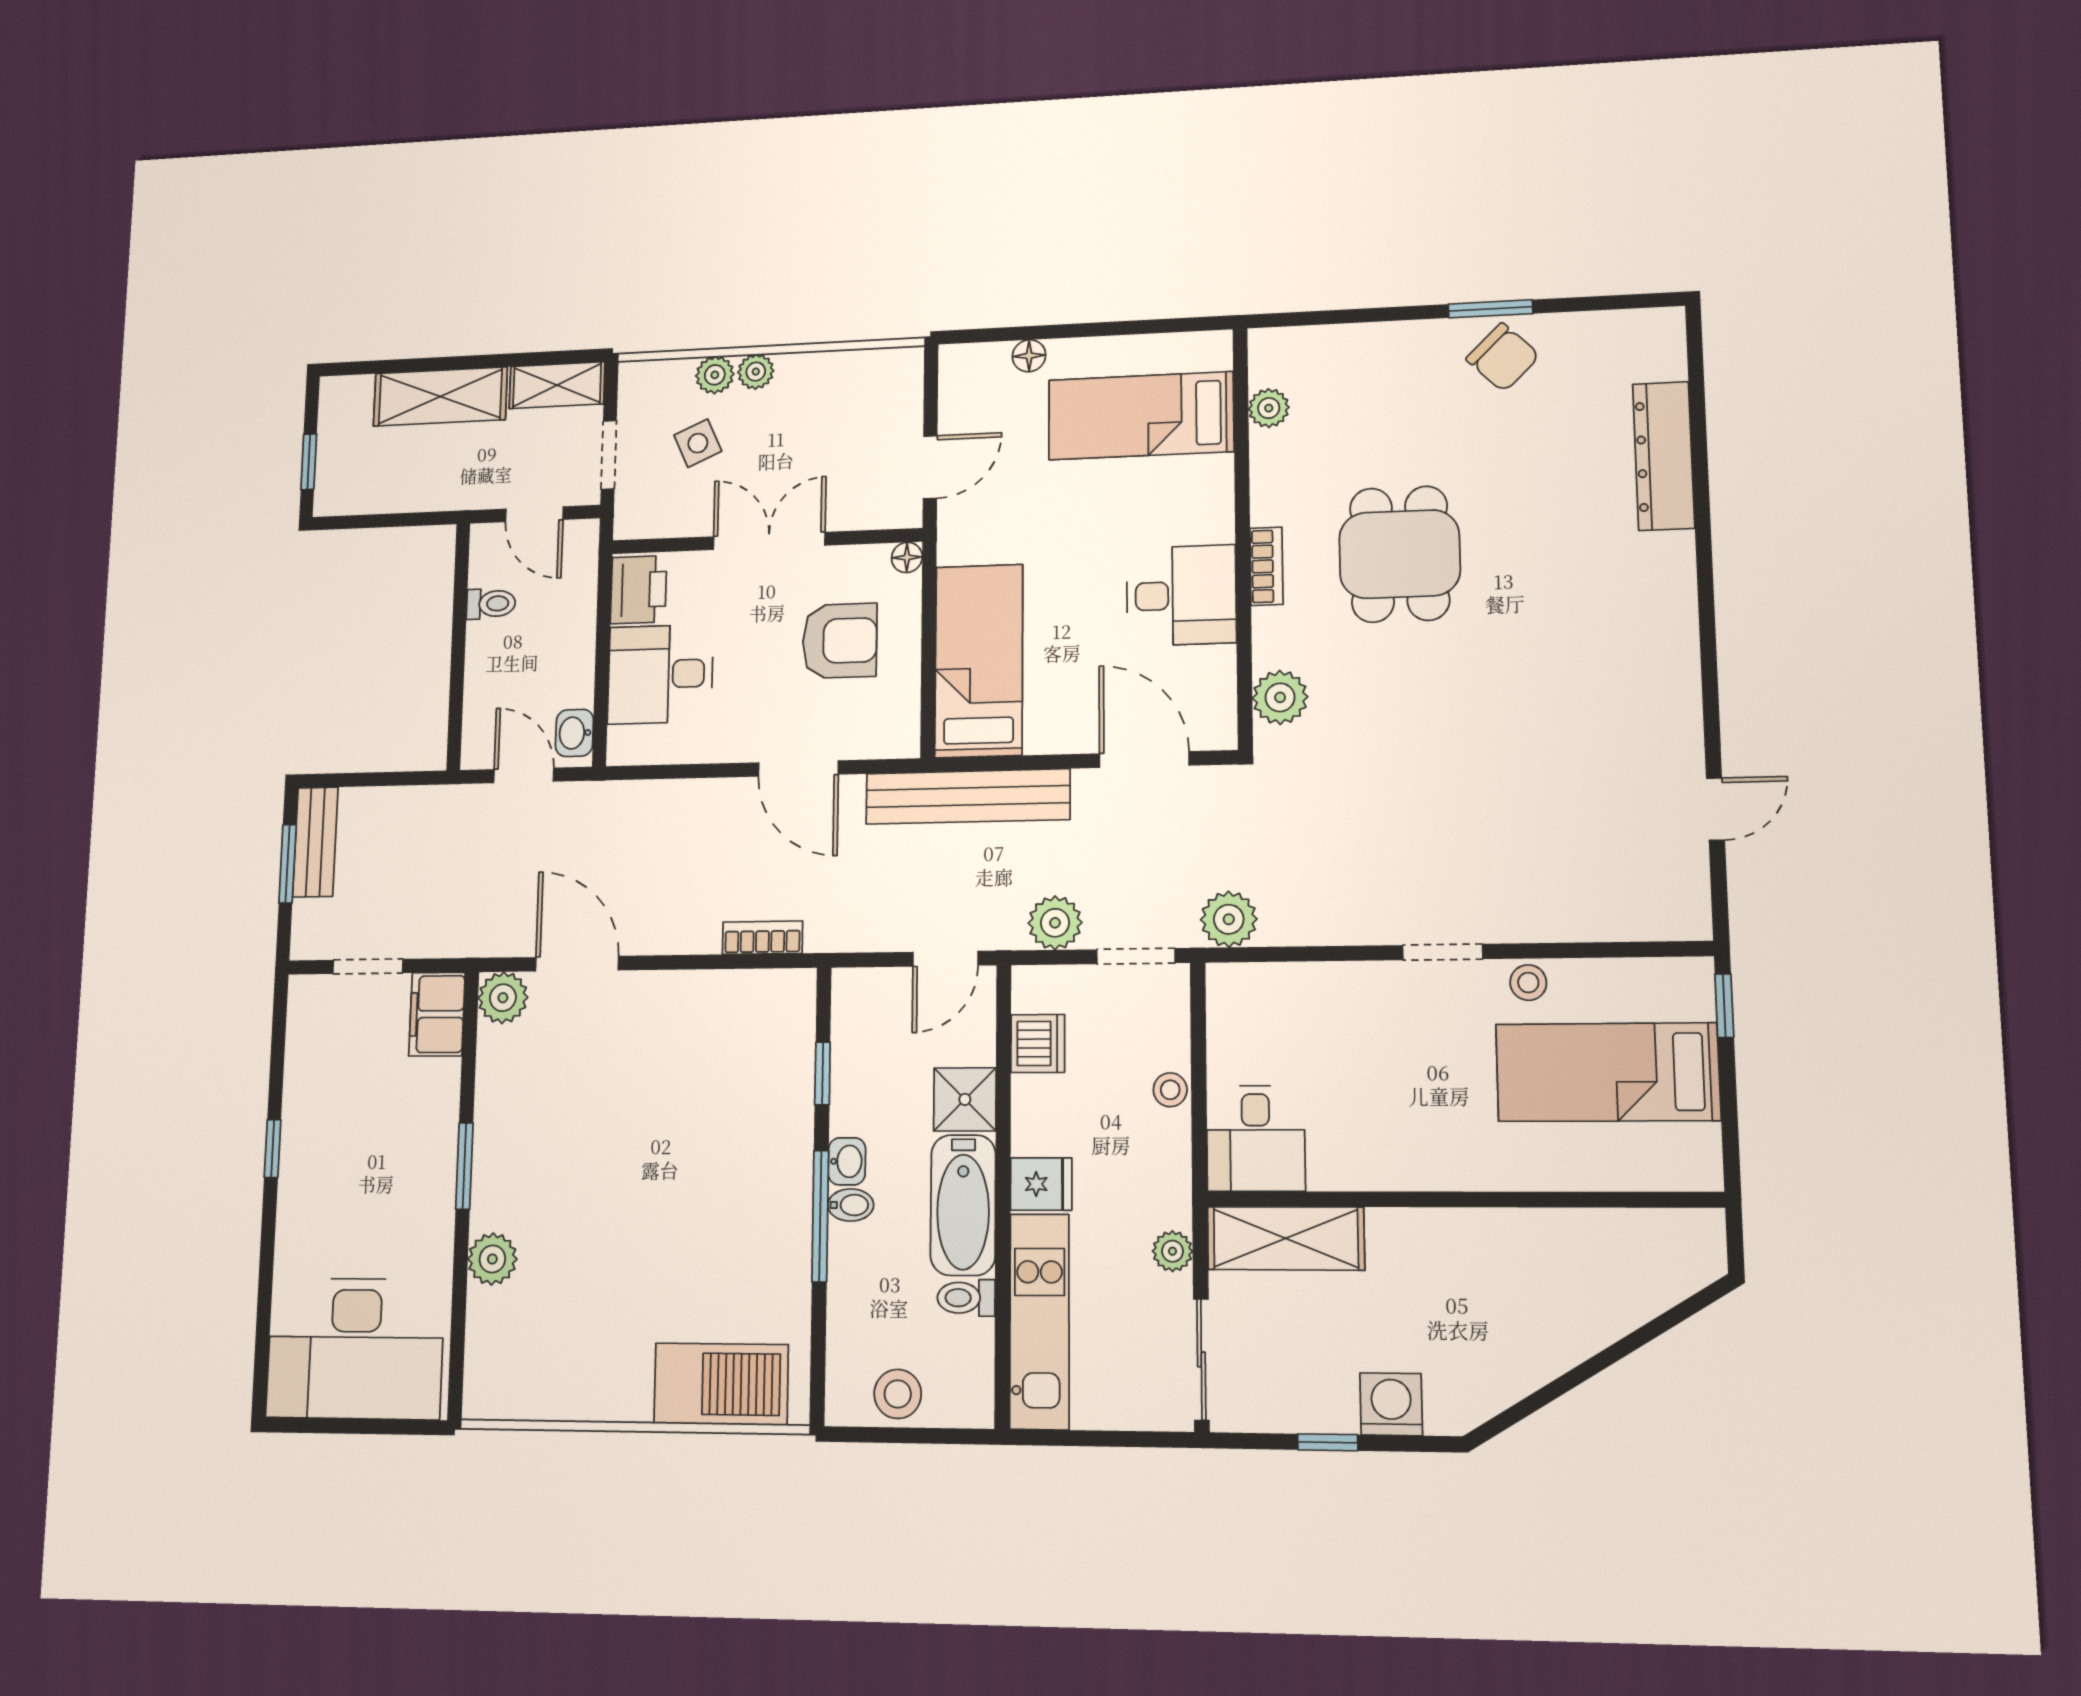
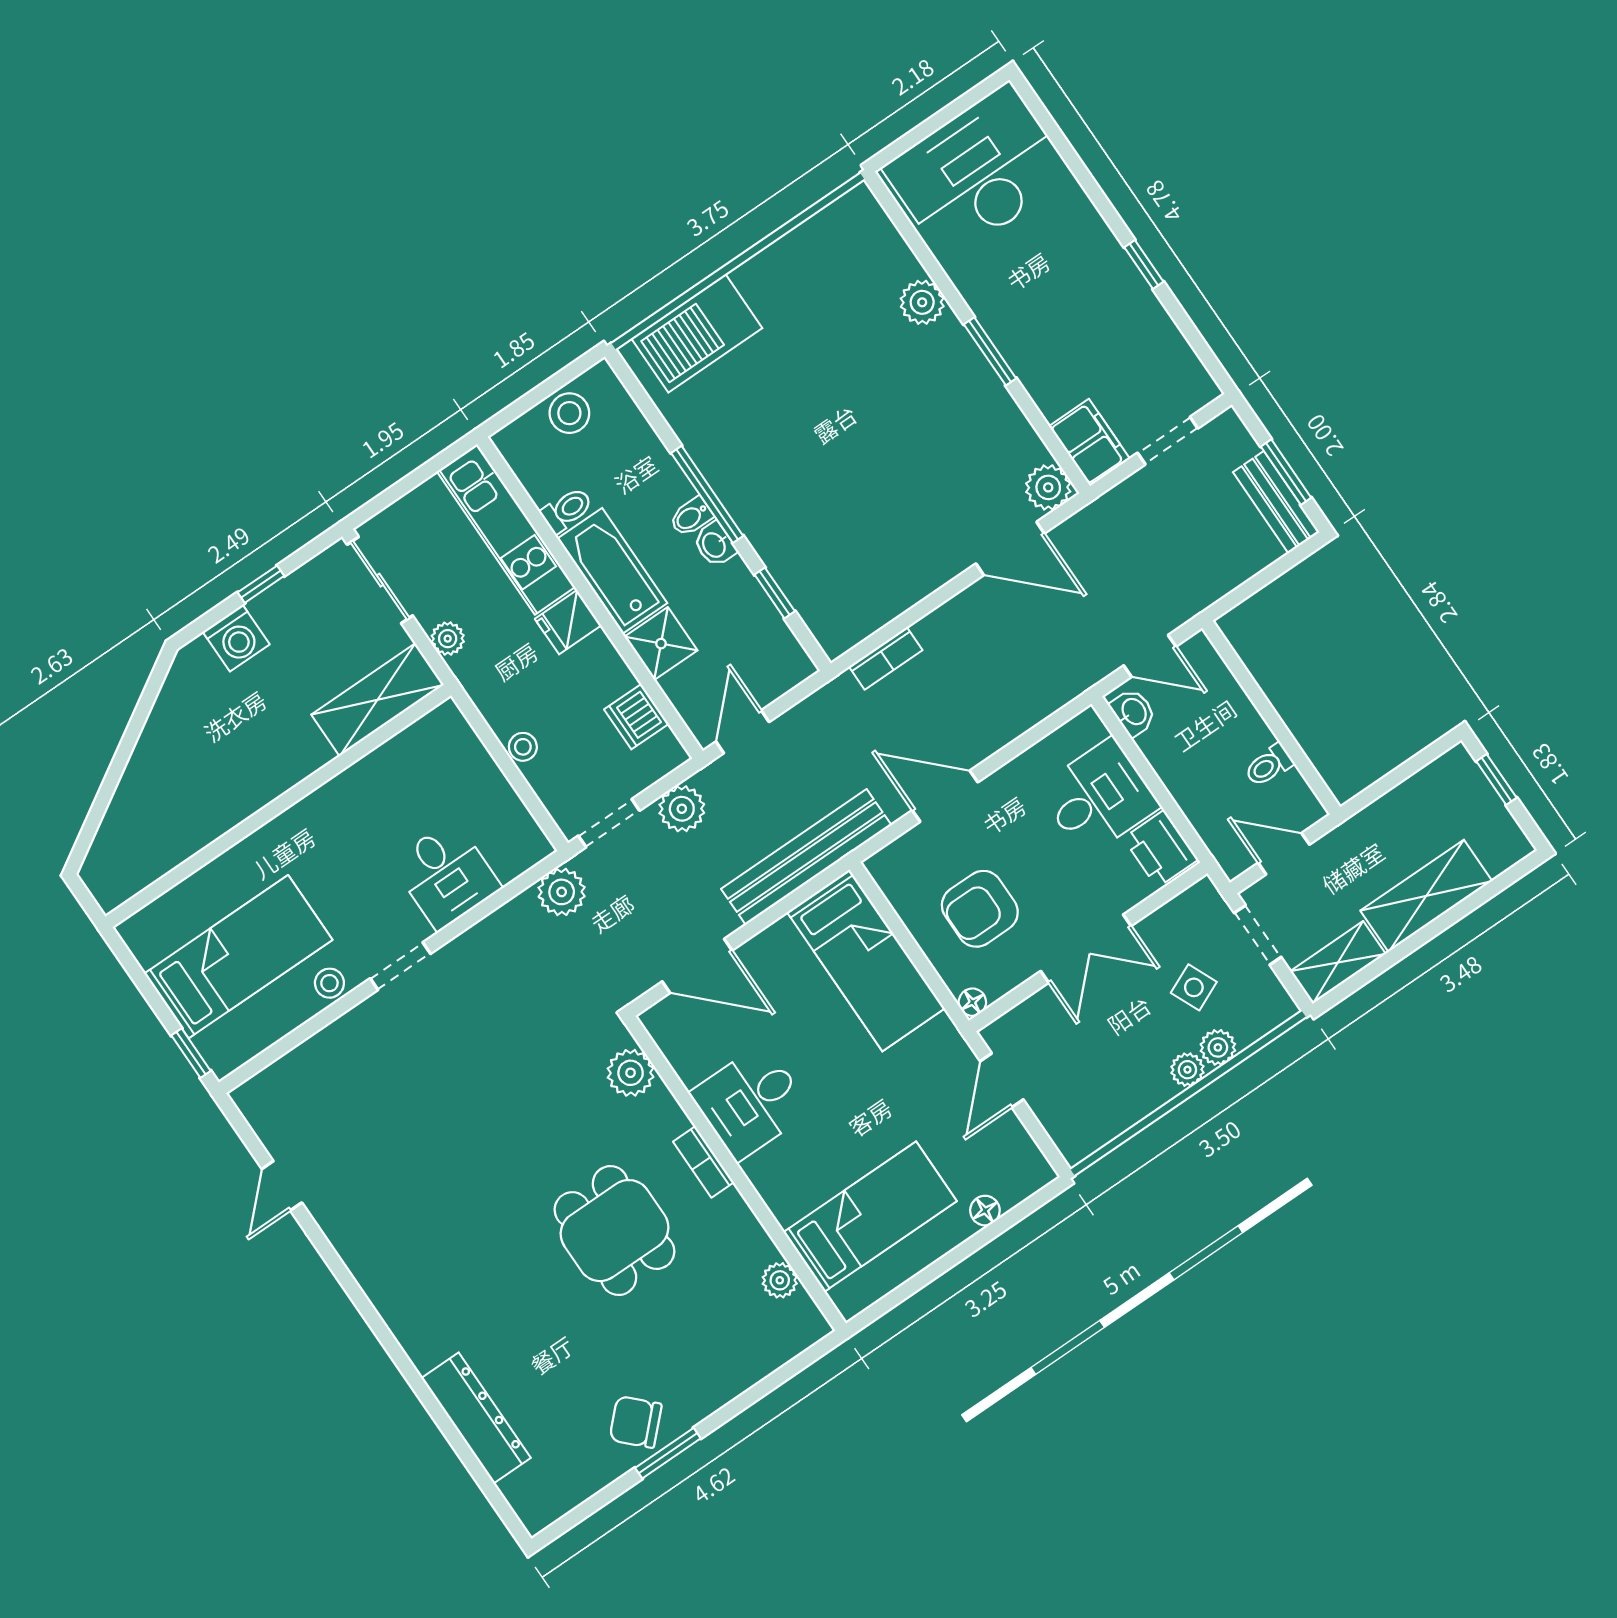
desk: (1256, 1138) -> (446, 875), moved, turned 180

